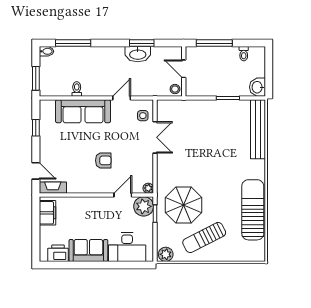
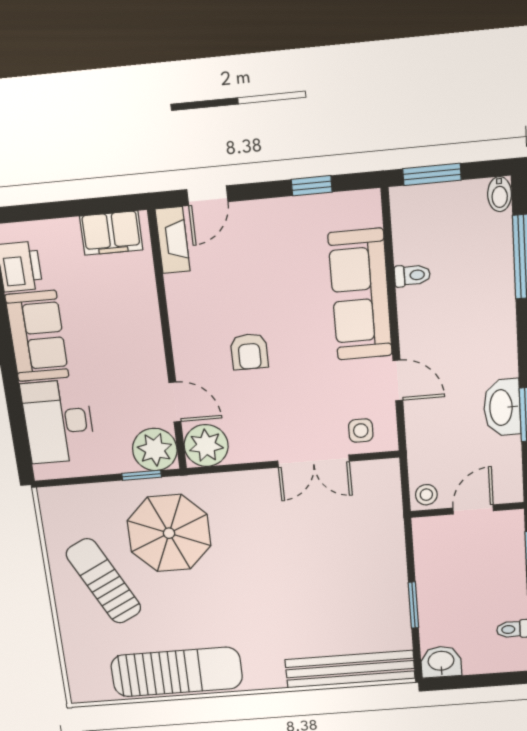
plant: (148, 188) -> (206, 446), width x1.87, depth x1.87
plant: (166, 254) -> (55, 505), removed

